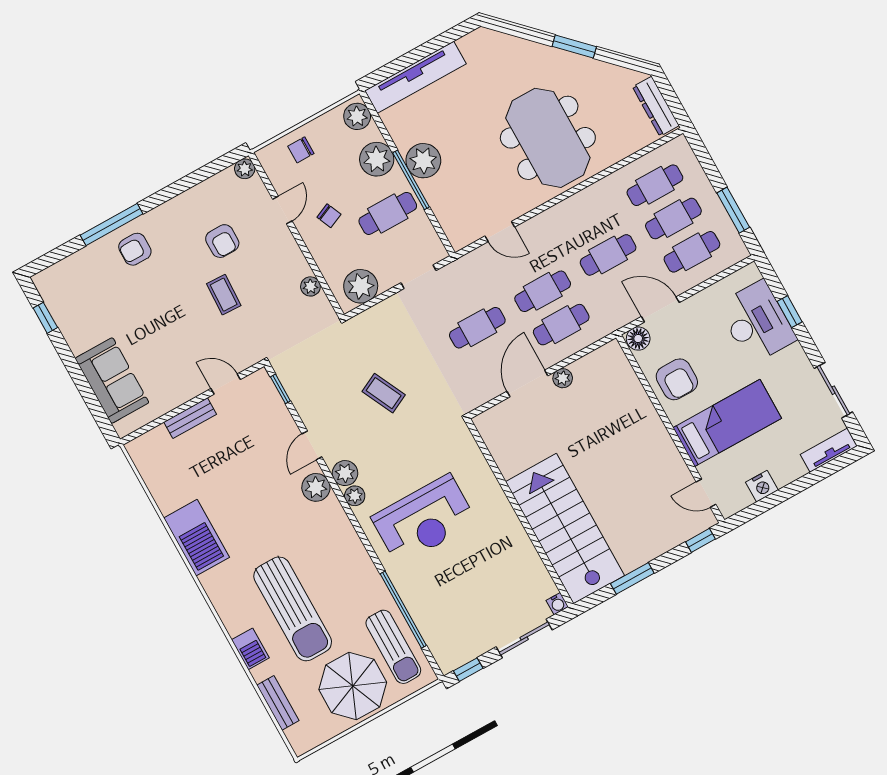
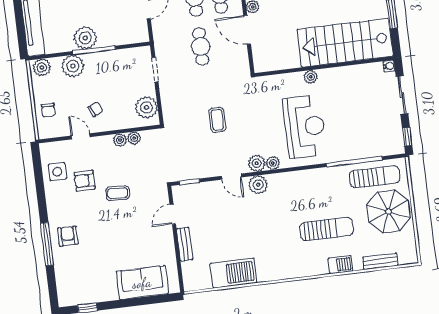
plant: (245, 169) -> (120, 140), moved
side table: (219, 198) -> (57, 172), added
cafe table: (388, 213) -> (109, 73), removed
armchair: (222, 241) -> (85, 181), turned 180
armchair: (135, 249) -> (68, 236), turned 180
coffee table: (384, 393) -> (217, 120), turned -64
plant: (497, 500) -> (311, 77), added
barbecue: (197, 538) -> (234, 273), moved
sun lounger: (293, 609) -> (327, 229), width x0.73, depth x0.75

